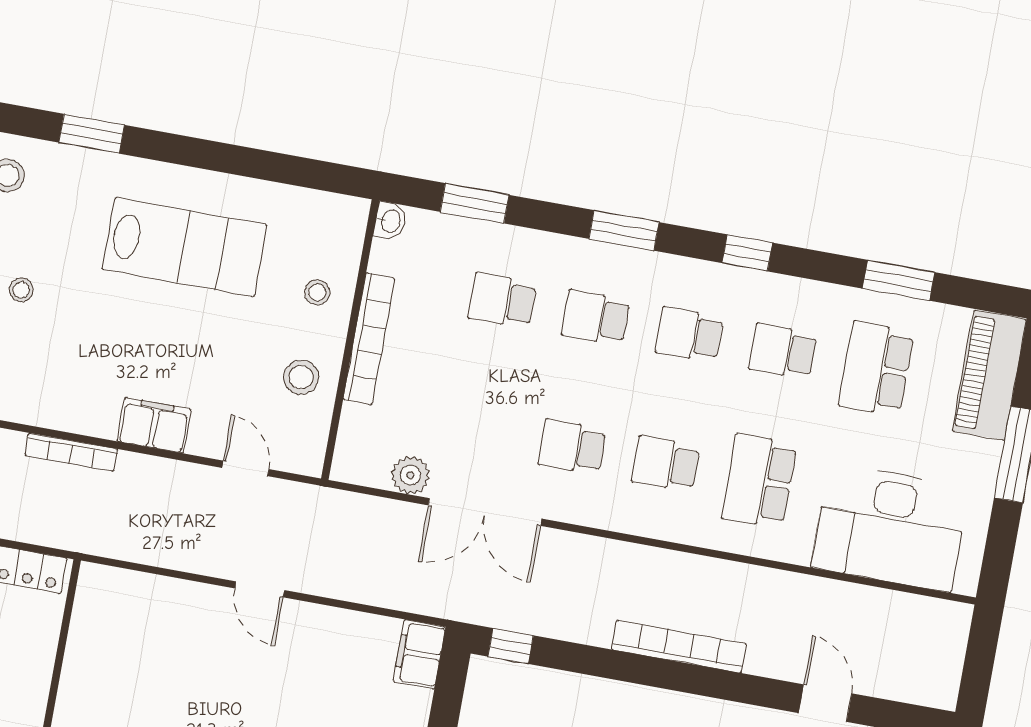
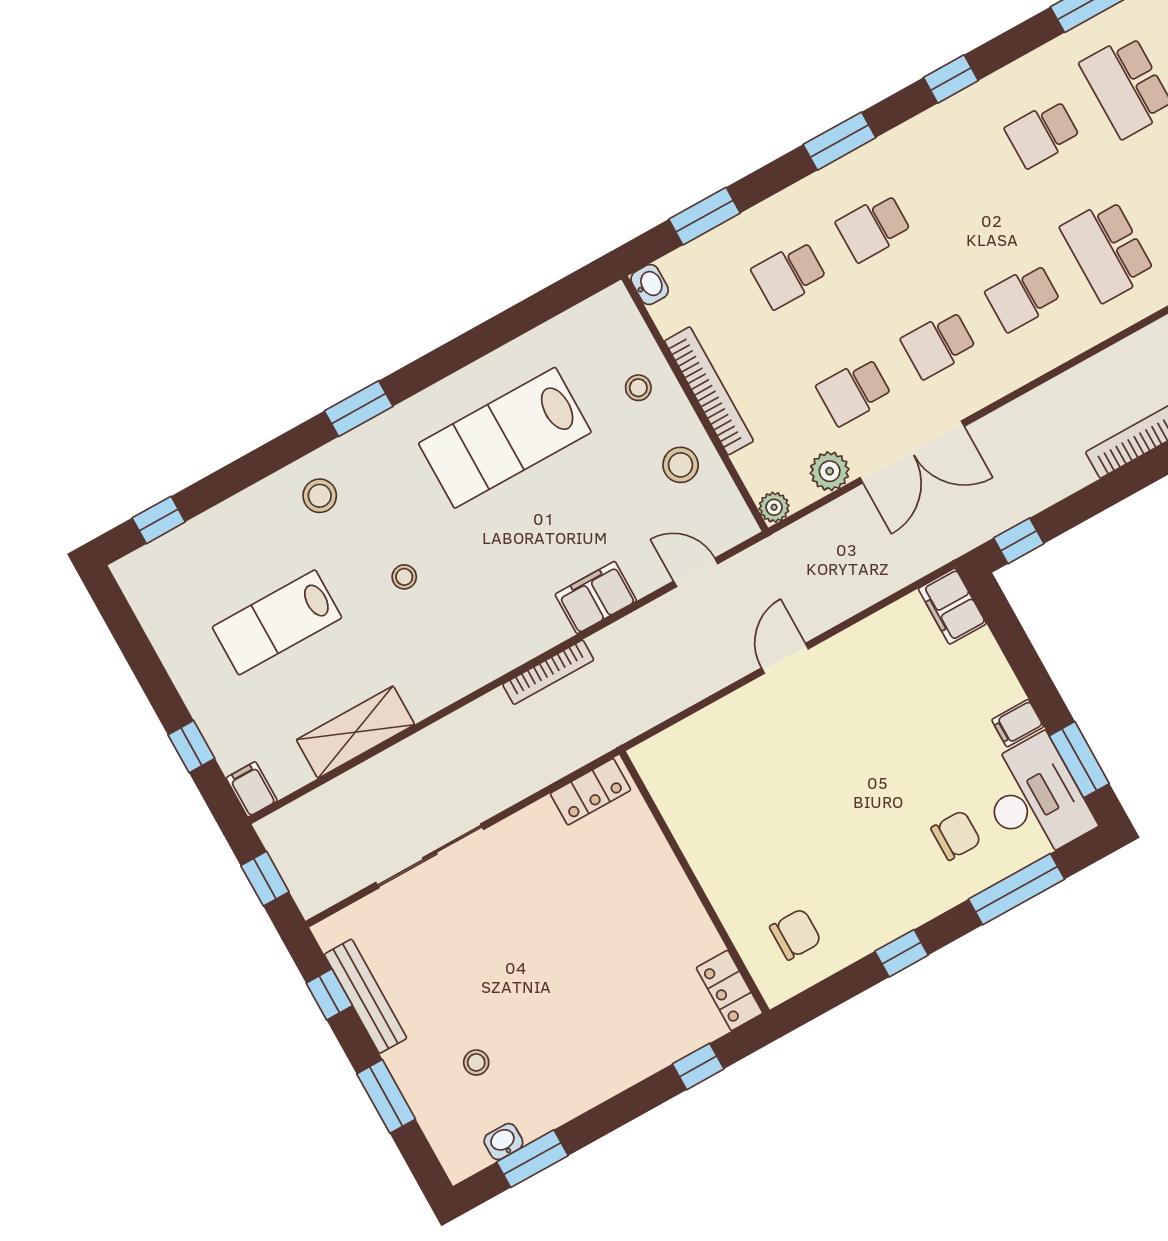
lab bench: (185, 247) -> (505, 438), turned 180
school desk: (689, 334) -> (854, 391), moved
plant: (346, 468) -> (774, 507), added
door: (260, 589) -> (785, 658), swing flipped

